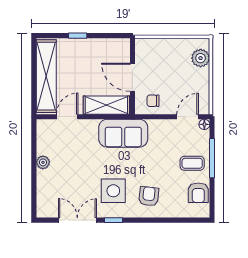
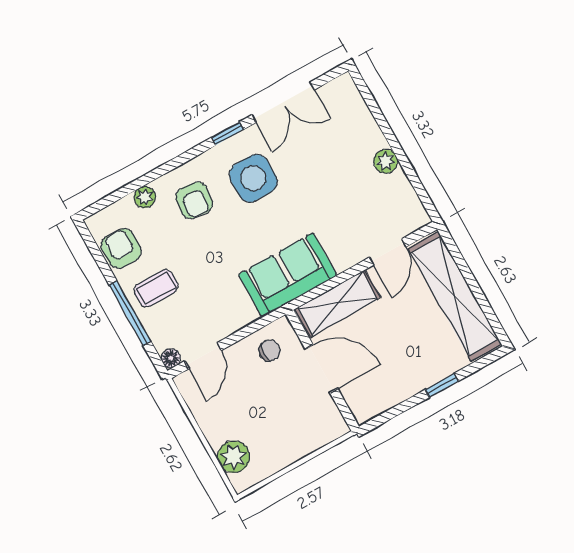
plant: (172, 212) -> (145, 197), added

